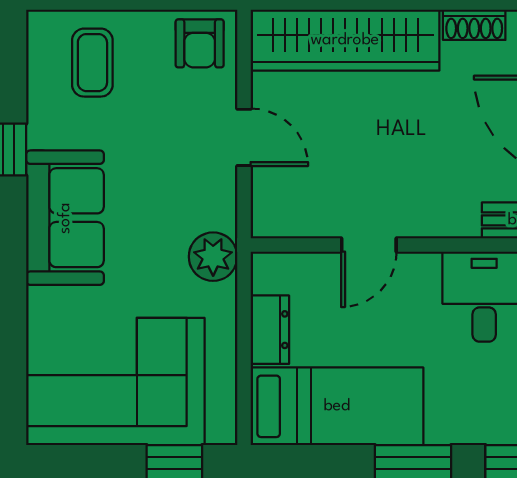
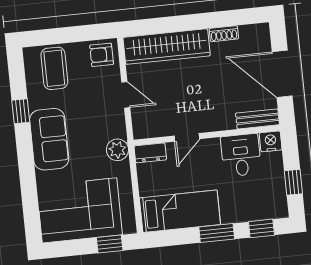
armchair: (200, 43) -> (102, 55), turned 90
coffee table: (92, 63) -> (54, 68), width x1.36, depth x1.30
dresser: (270, 330) -> (150, 153), moved, turned 90

